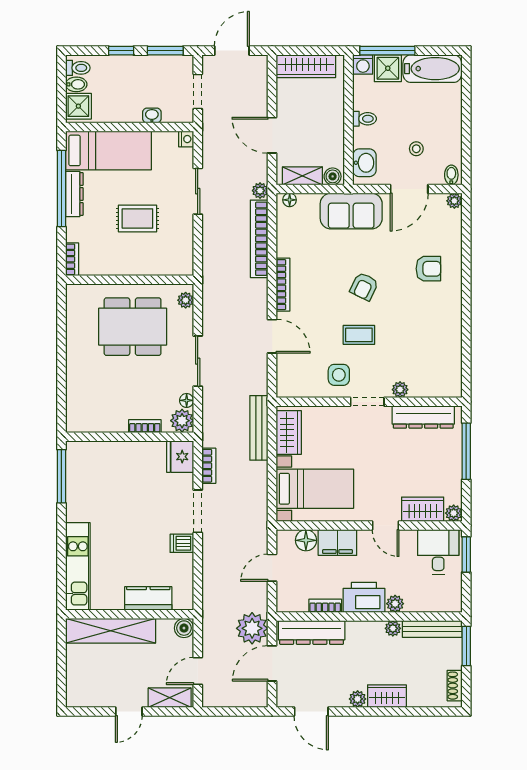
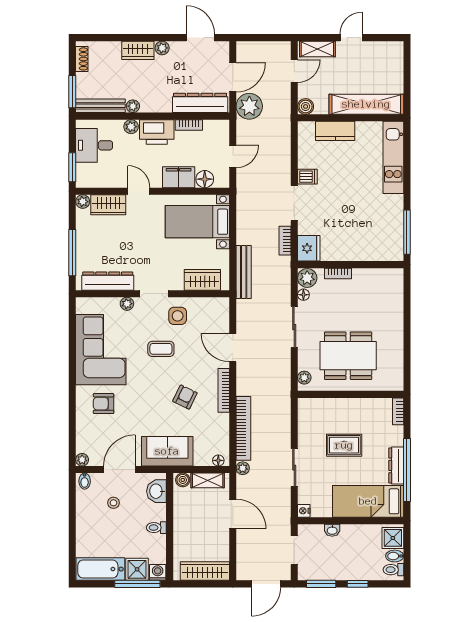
armchair: (364, 287) -> (185, 397), moved
corner sofa: (432, 334) -> (101, 350), added
wardrobe: (289, 433) -> (202, 280), moved, turned 90
desk: (438, 552) -> (94, 145), moved, turned 90

